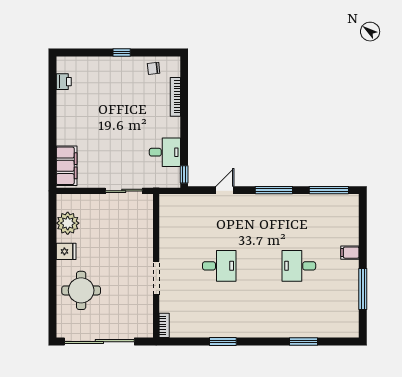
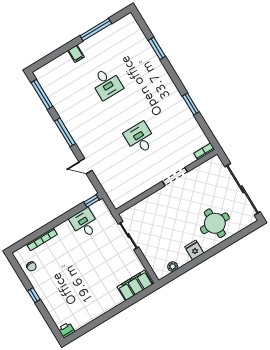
printer: (64, 82) -> (66, 330), moved
plant: (68, 223) -> (173, 267), width x0.53, depth x0.53

